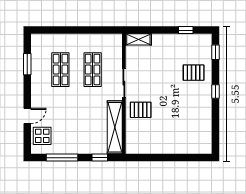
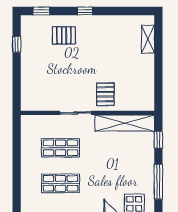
shelving: (138, 39) -> (148, 39), moved
pallet: (194, 73) -> (64, 35), turned 90

